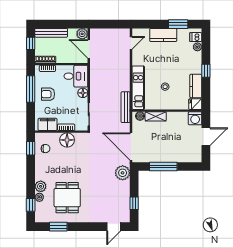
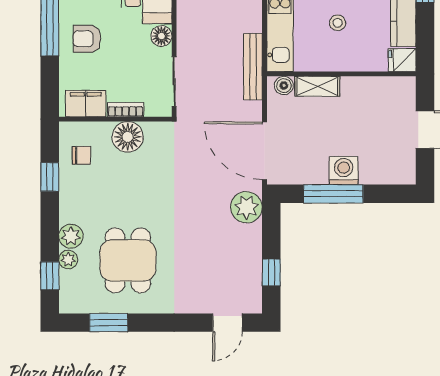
washing machine: (195, 118) -> (344, 170), moved, turned 180
window: (31, 148) -> (50, 177), moved

